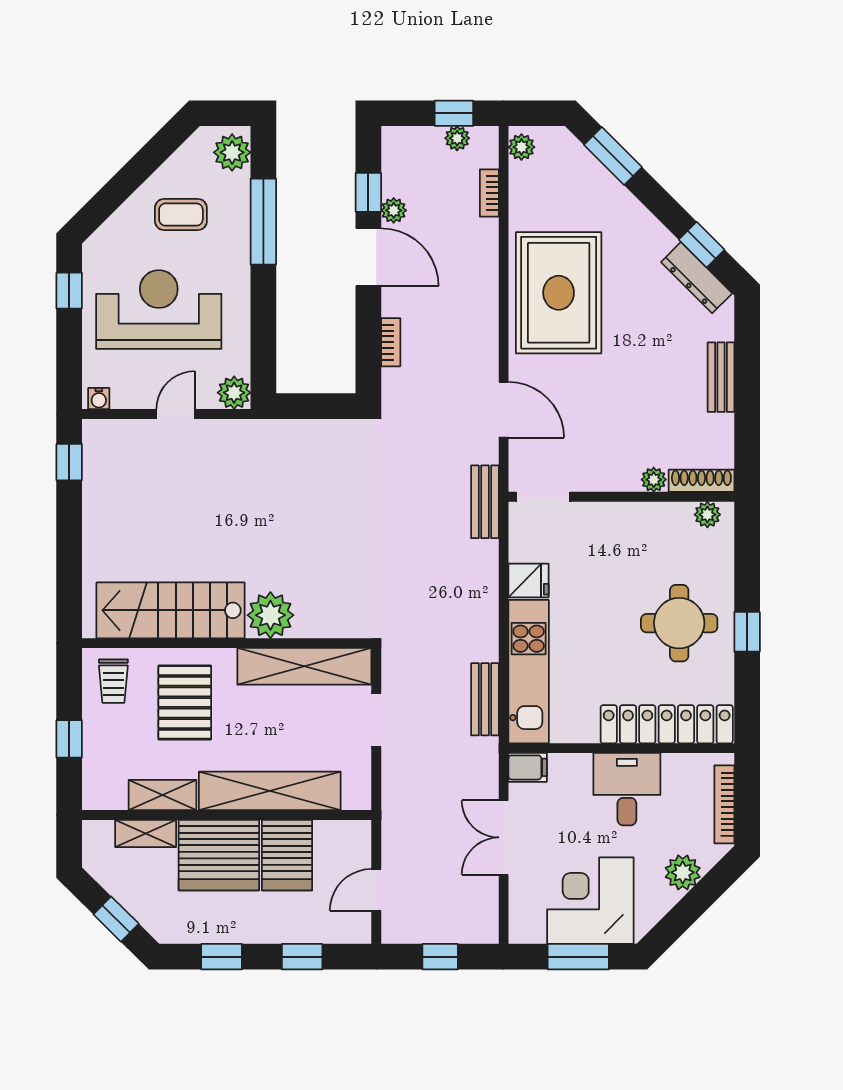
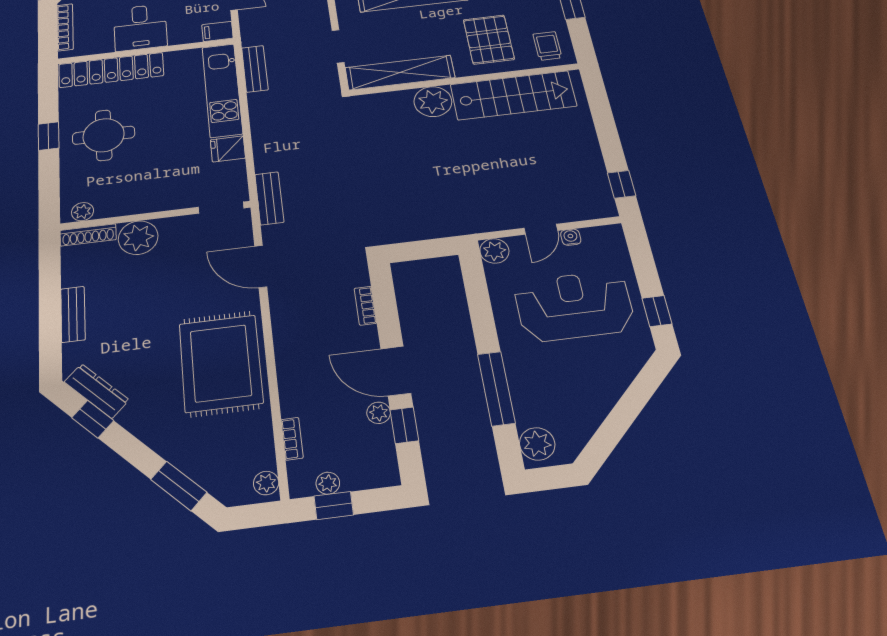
coffee table: (181, 215) -> (573, 385), removed
reception desk: (159, 310) -> (574, 306), turned 180
water cooler: (99, 399) -> (571, 237), moved
plant: (654, 480) -> (138, 238), width x1.87, depth x1.87

